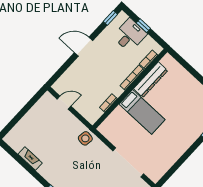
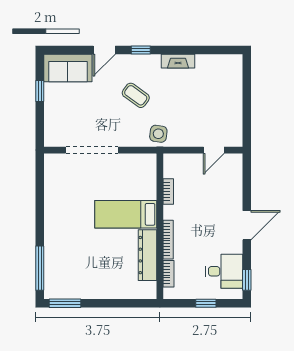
desk: (130, 35) -> (224, 271), moved, turned -90
fireplace: (30, 159) -> (178, 61), moved
coffee table: (78, 170) -> (136, 95), added

